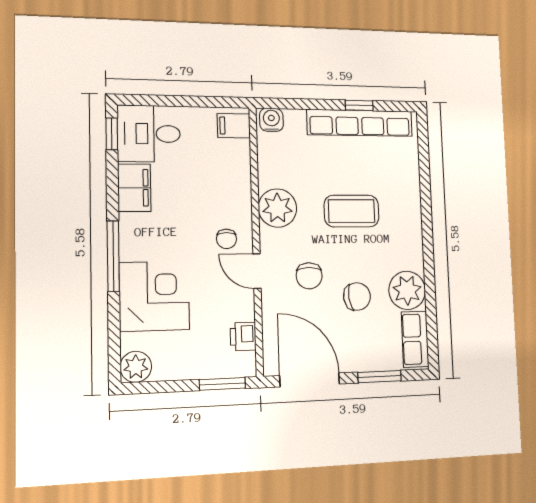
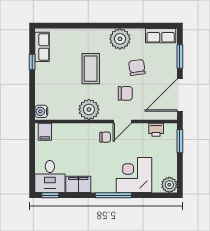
row of seats: (360, 123) -> (42, 47), width x0.50
plant: (407, 290) -> (120, 39), moved

